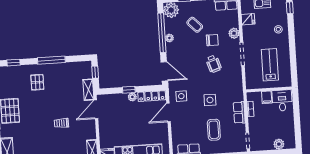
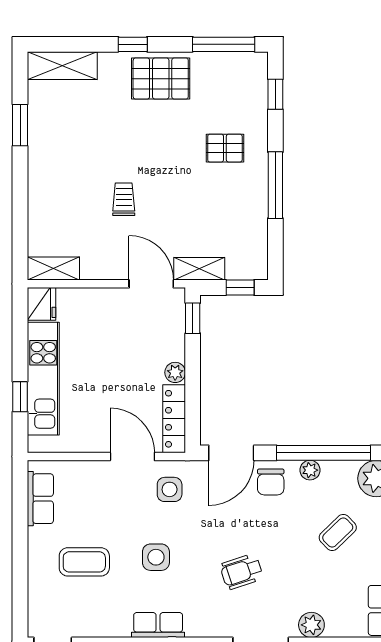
chair: (212, 40) -> (271, 482), moved
window: (129, 90) -> (193, 318), moved
row of seats: (239, 113) -> (158, 625), moved

